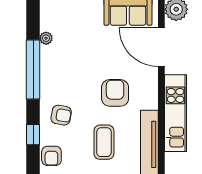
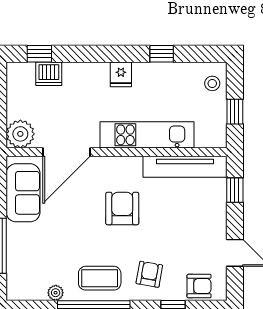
armchair: (115, 93) -> (122, 209), turned 90
coffee table: (104, 142) -> (100, 278), moved

